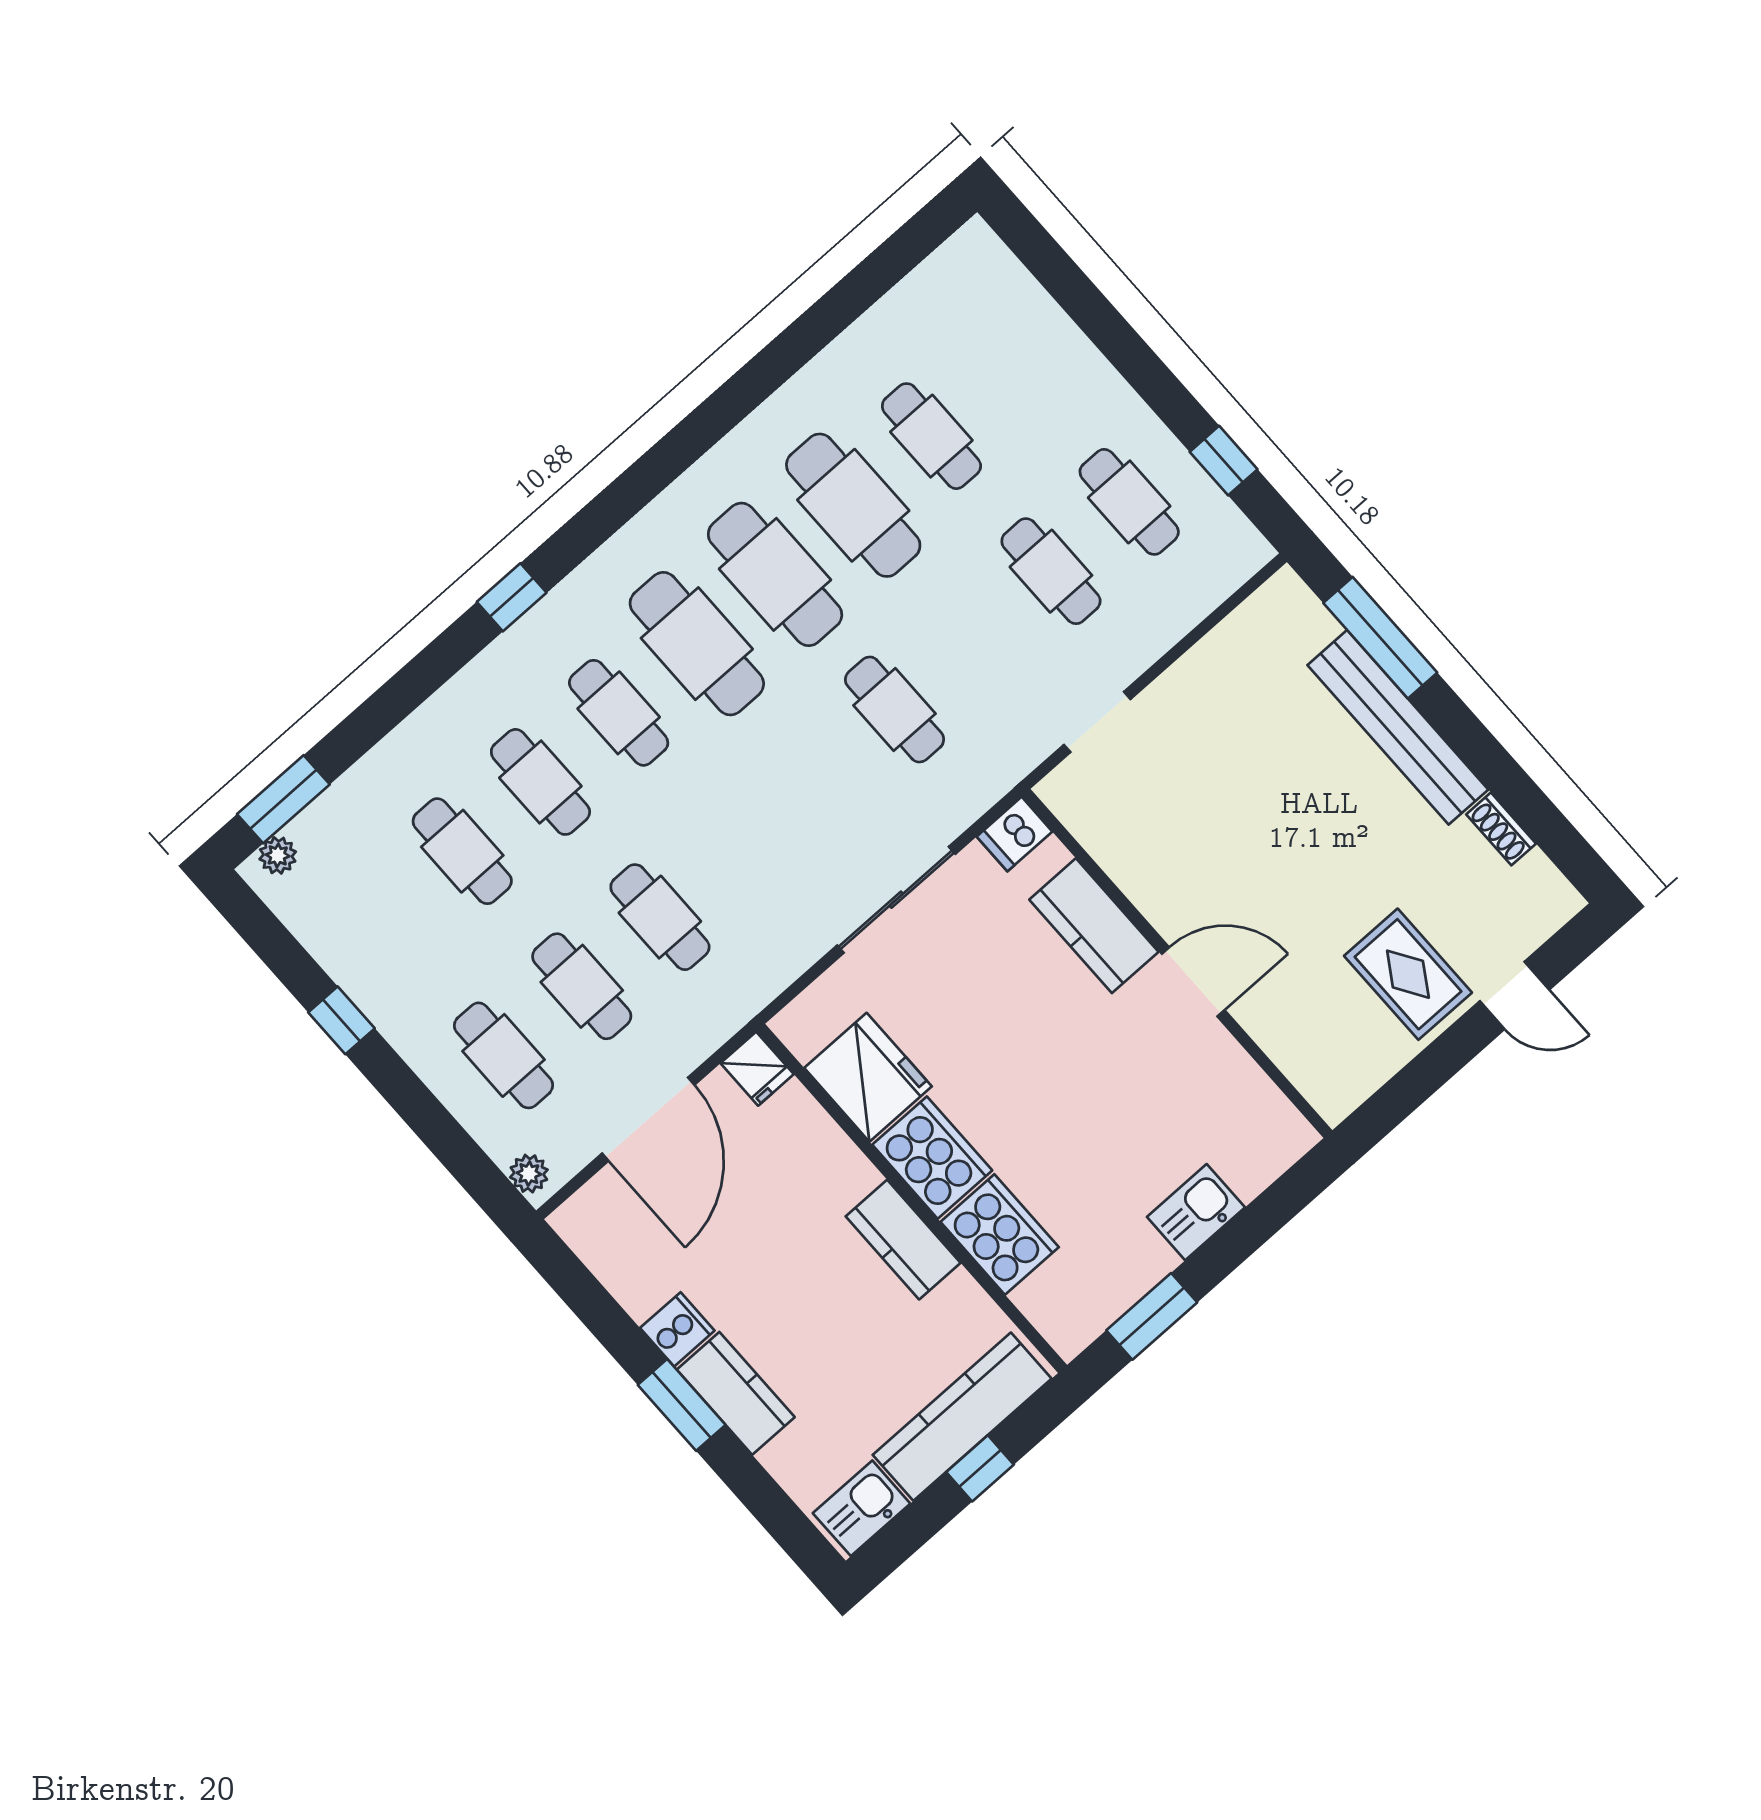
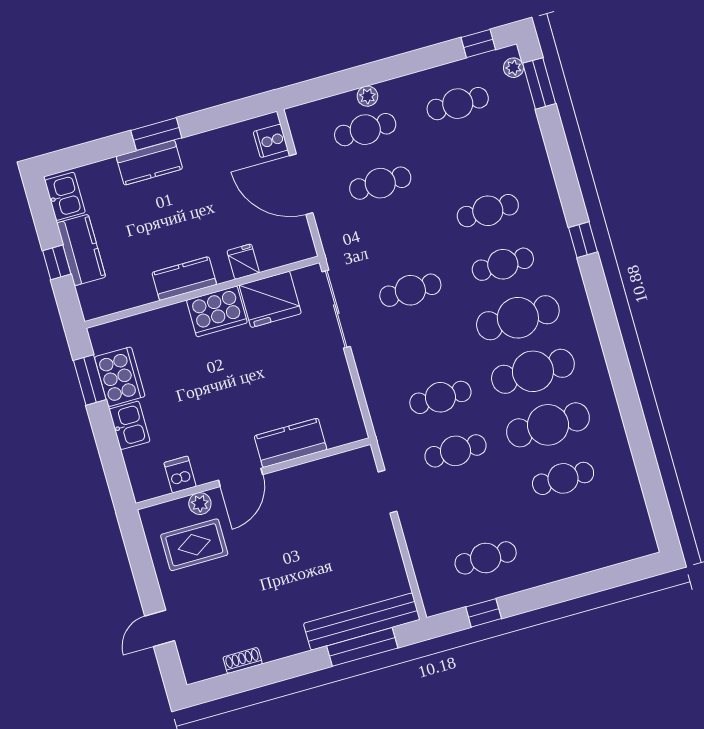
cafe table: (1051, 571) -> (455, 451), moved
bench: (1398, 727) -> (362, 621), moved
dishwasher: (1014, 834) -> (180, 475), moved
cafe table: (462, 851) -> (458, 104), moved
sliding door: (896, 900) -> (336, 309), moved
cafe table: (660, 917) -> (410, 290), moved
rug: (1408, 974) -> (194, 545), moved
window: (341, 1020) -> (478, 44), moved
plant: (1271, 1029) -> (200, 504), added
fridge: (757, 1069) -> (243, 262), moved, turned 90
plant: (529, 1174) -> (367, 96), moved
cooker: (1000, 1235) -> (120, 377), moved, turned -90
cooker: (677, 1329) -> (271, 141), moved, turned 90
kitchen counter: (962, 1417) -> (81, 250), width x0.67

